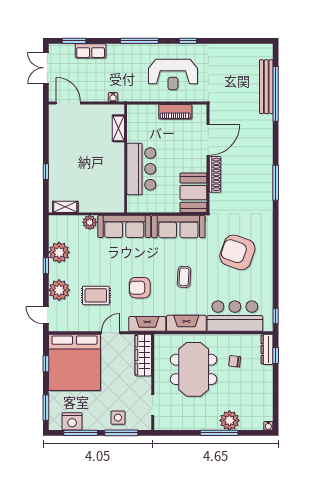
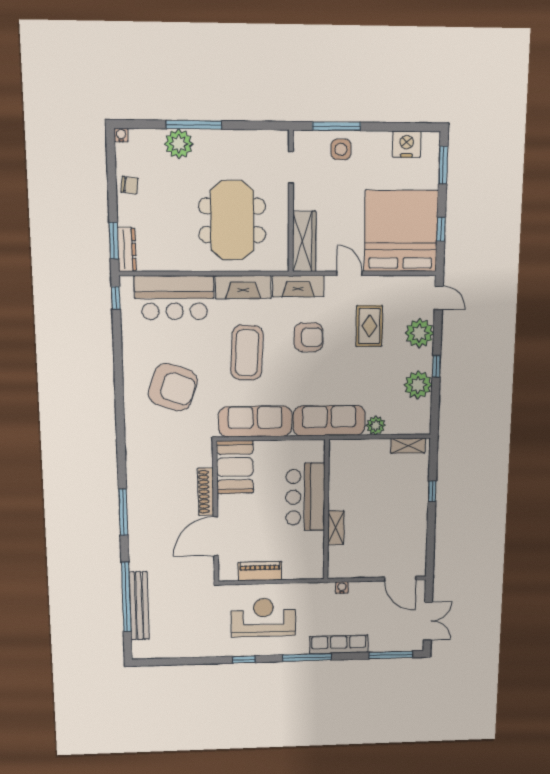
window: (74, 41) -> (391, 655), width x1.44
row of seats: (91, 51) -> (339, 644), moved, width x1.48
shelving: (118, 128) -> (336, 528), moved
window: (276, 183) -> (123, 512), moved
coffee table: (184, 277) -> (247, 353), width x1.86, depth x1.72
rug: (96, 295) -> (369, 326), turned 90
door: (111, 333) -> (350, 273), swing flipped
window: (276, 355) -> (114, 241), width x1.50
chair: (235, 361) -> (130, 185), moved
window: (81, 433) -> (395, 127), removed

